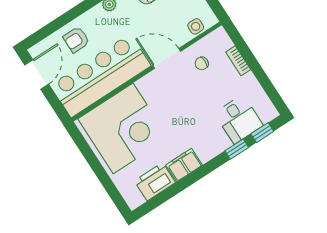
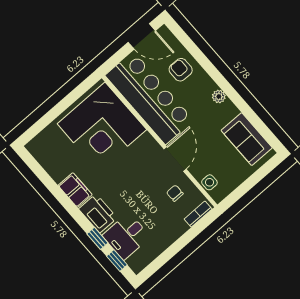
bookcase: (238, 61) -> (198, 214), moved
printer: (155, 182) -> (98, 213), moved

